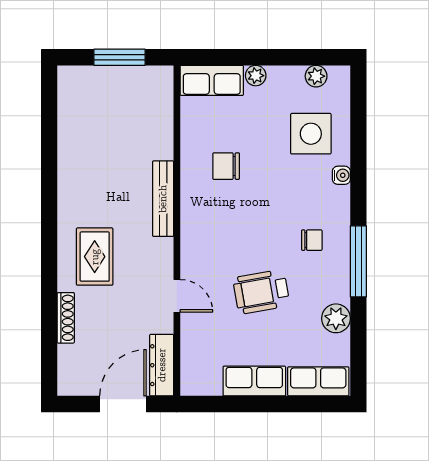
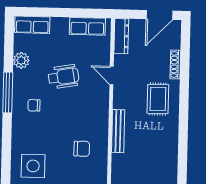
water cooler: (341, 175) -> (16, 142), removed
row of seats: (254, 381) -> (87, 26), moved
door: (123, 404) -> (160, 15), moved

